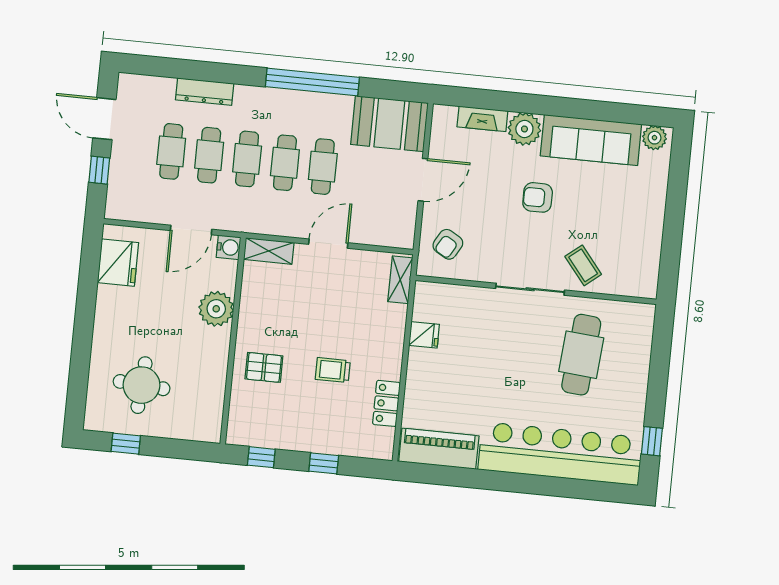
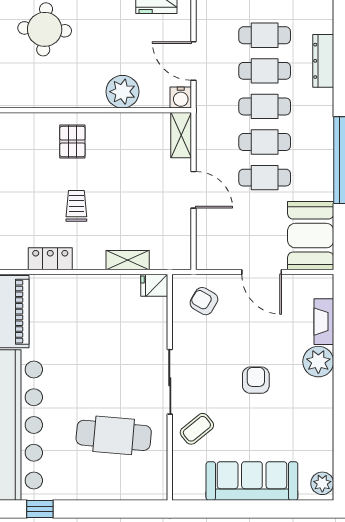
sofa: (591, 140) -> (252, 481), moved, turned 90
shelving: (400, 280) -> (128, 260), moved
fridge: (424, 335) -> (154, 285), moved, turned 90

